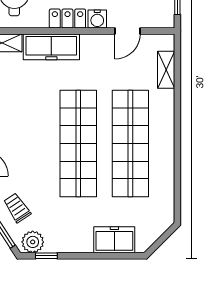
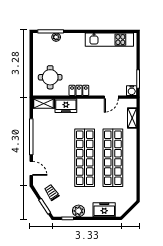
water cooler: (97, 19) -> (132, 91), moved
freezer: (51, 47) -> (66, 106), width x0.71
plant: (33, 242) -> (79, 211), moved

